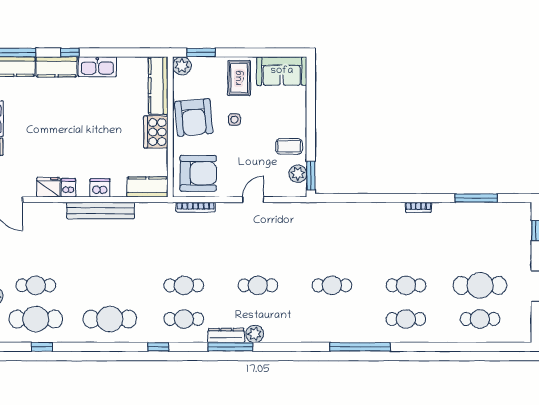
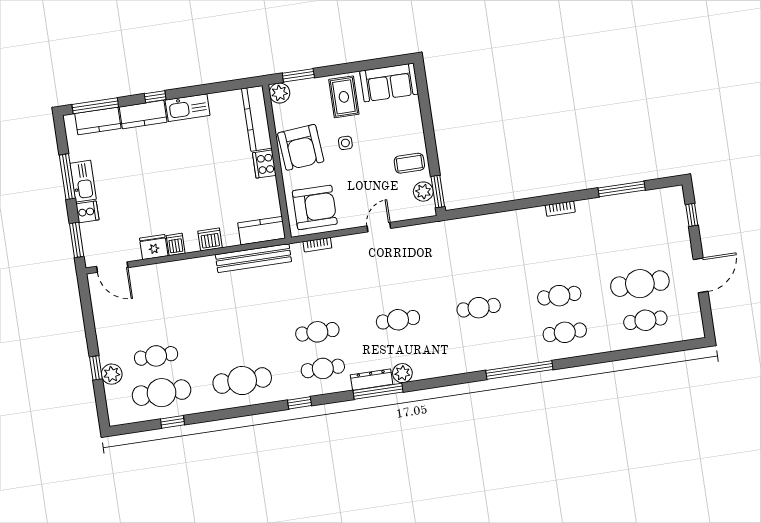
cooker: (156, 132) -> (264, 164), width x0.73, depth x0.76
bookcase: (196, 207) -> (317, 245), width x0.64
bench: (100, 211) -> (253, 258), moved

